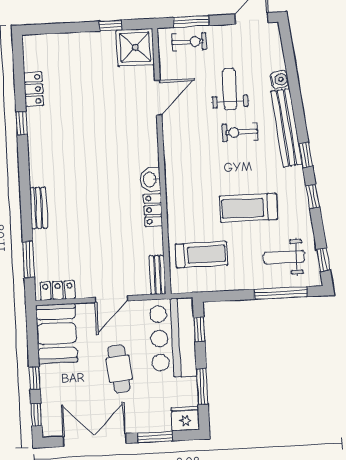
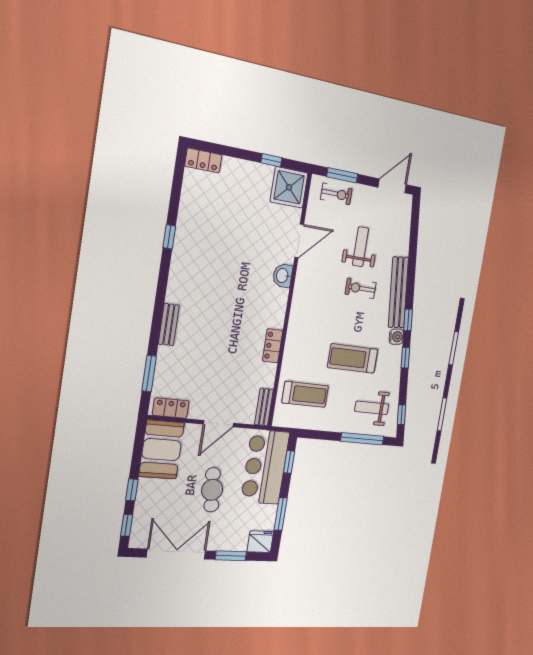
water cooler: (280, 79) -> (396, 337), moved
locker: (34, 89) -> (203, 161), moved, turned 90
washbasin: (150, 180) -> (283, 276), moved

